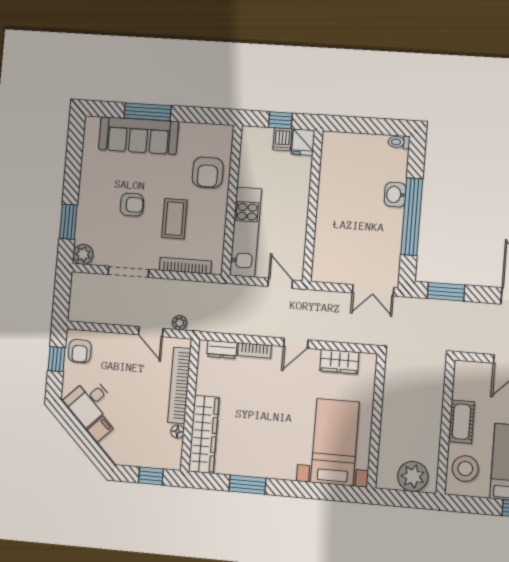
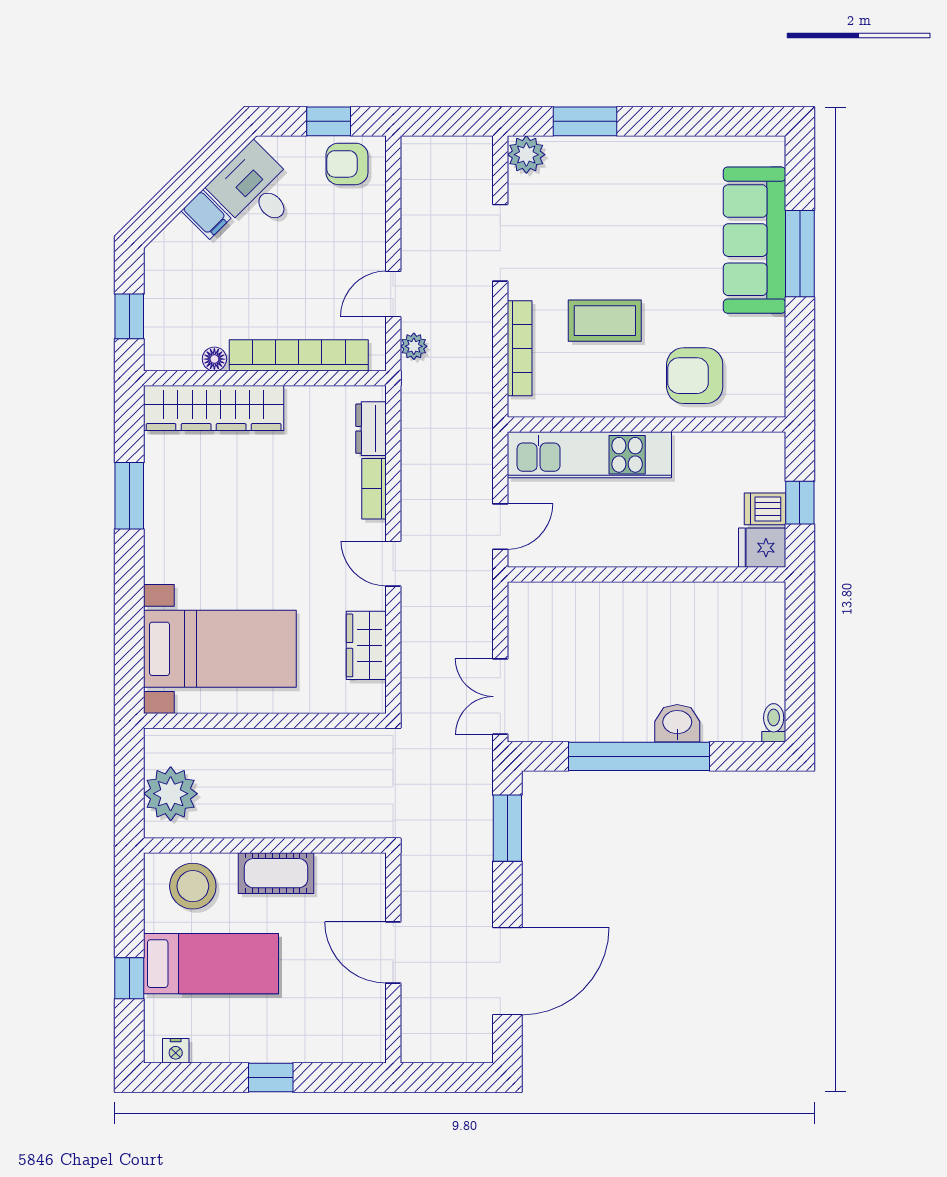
armchair: (132, 205) -> (625, 239), removed

